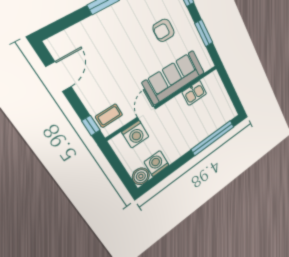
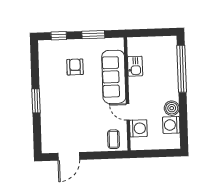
armchair: (164, 30) -> (75, 67), turned 180
door: (59, 77) -> (69, 156), swing flipped
window: (91, 125) -> (113, 155), removed
boiler: (141, 176) -> (172, 108), moved

